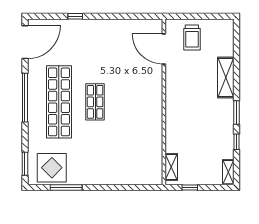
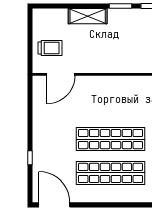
window: (25, 98) -> (106, 205), removed
shop shelf: (95, 102) -> (111, 139), width x2.00, depth x1.36

